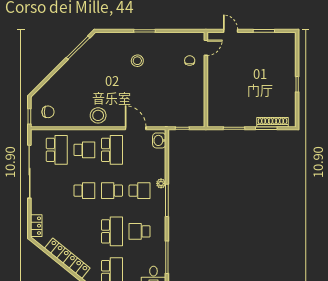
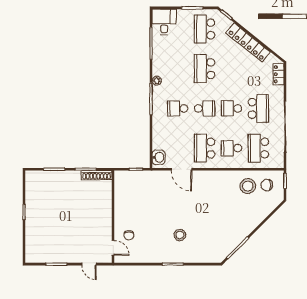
door: (206, 48) -> (113, 248), swing flipped
stool: (98, 115) -> (248, 186), moved
shoe rack: (272, 122) -> (97, 175), moved
plant: (161, 183) -> (157, 81), moved
school desk: (140, 231) -> (258, 108), moved, width x1.85

